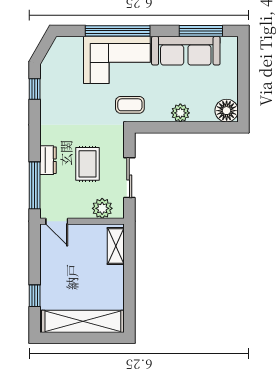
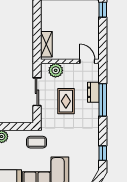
dresser: (48, 160) -> (93, 92), moved
window: (35, 185) -> (103, 100), moved

